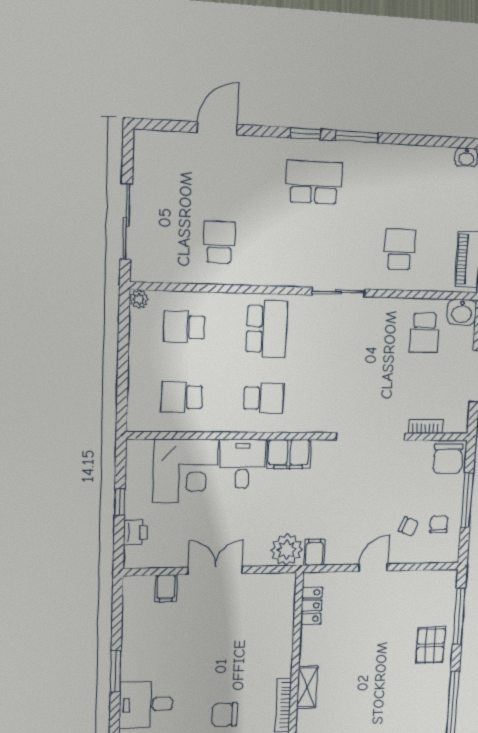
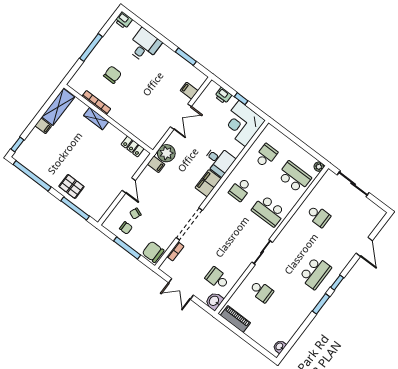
school desk: (184, 327) -> (294, 177), width x1.85
corner desk: (185, 471) -> (242, 123), moved
window: (116, 671) -> (186, 57), moved

